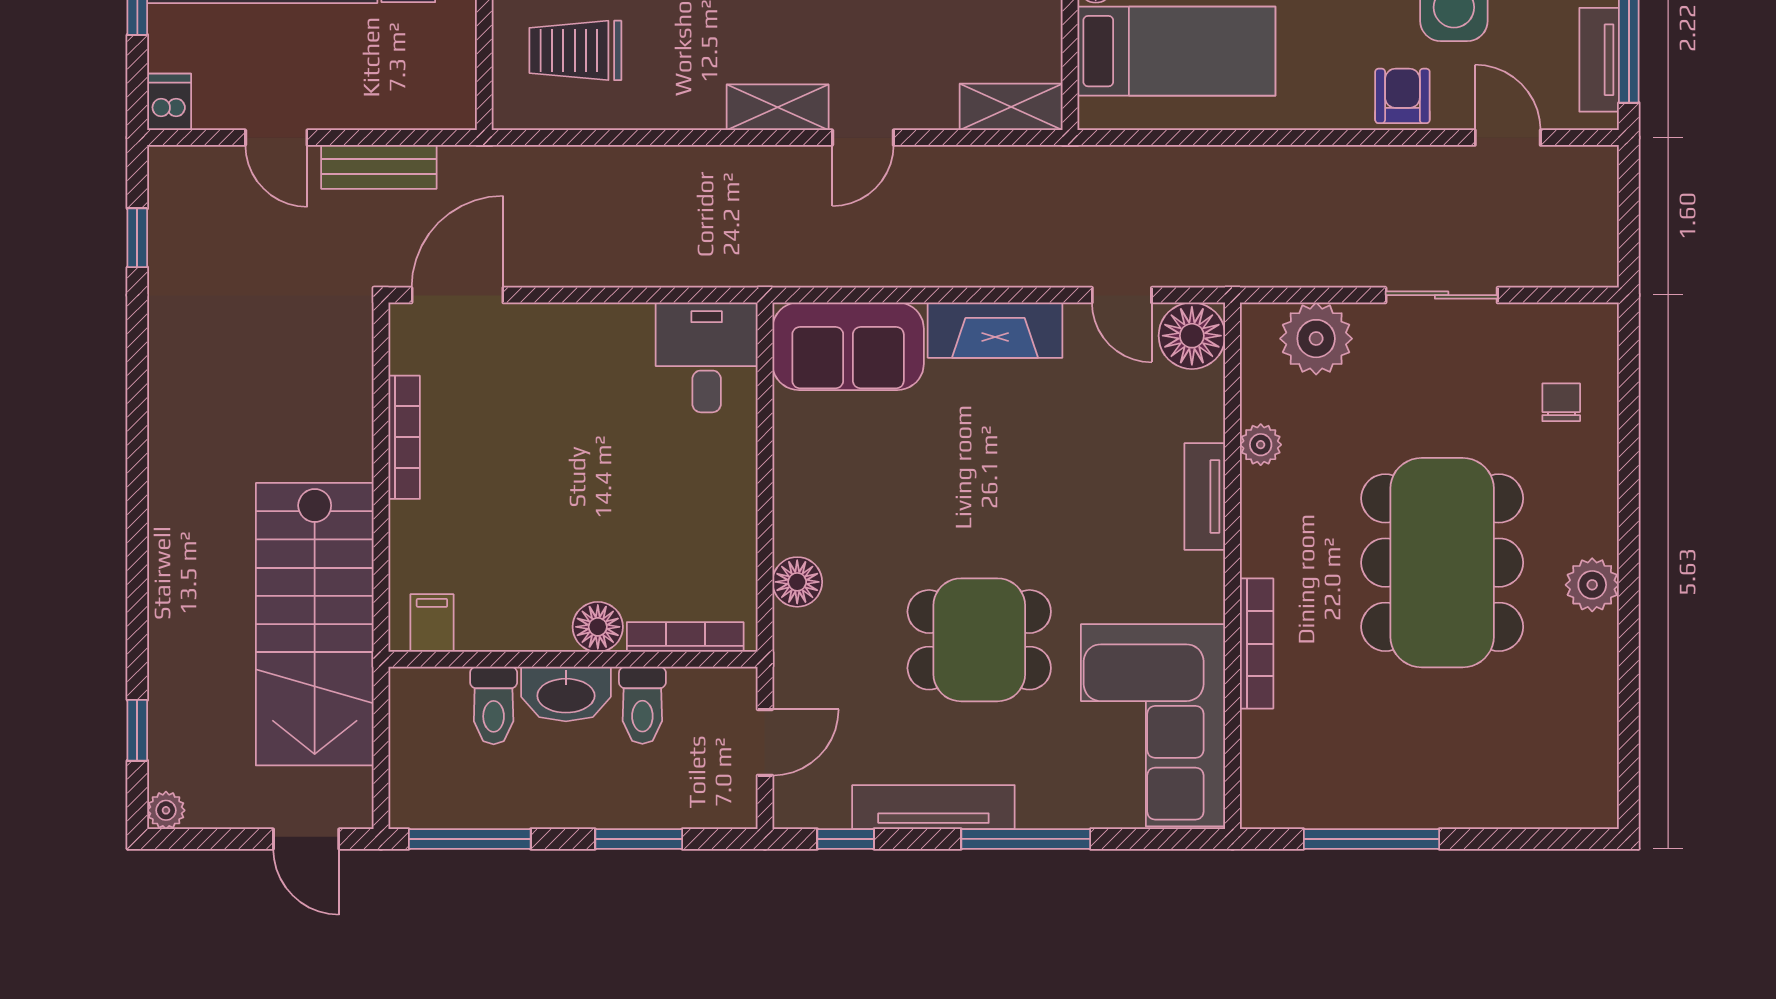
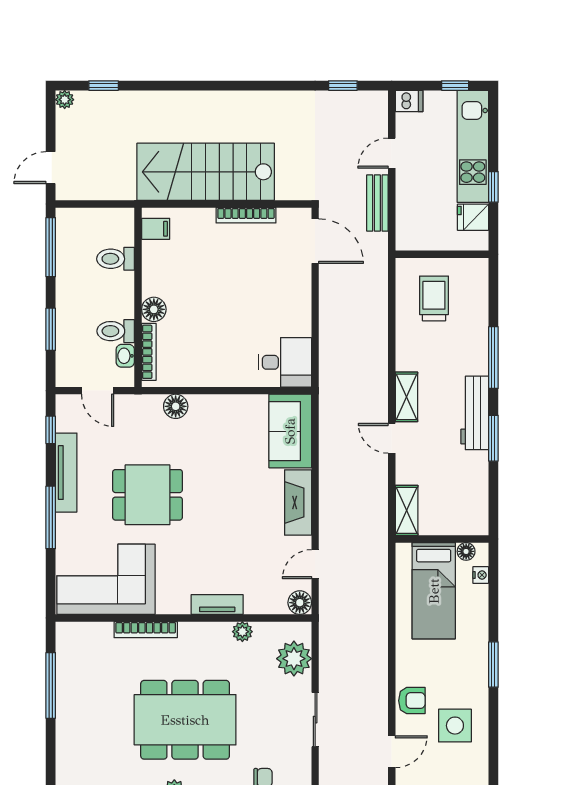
floor lamp: (1192, 336) -> (300, 603), width x0.73, depth x0.73
stairs: (315, 624) -> (206, 172), moved
dining table: (979, 640) -> (148, 495), turned 90
washbasin: (566, 694) -> (125, 356), moved, width x0.52, depth x0.69

